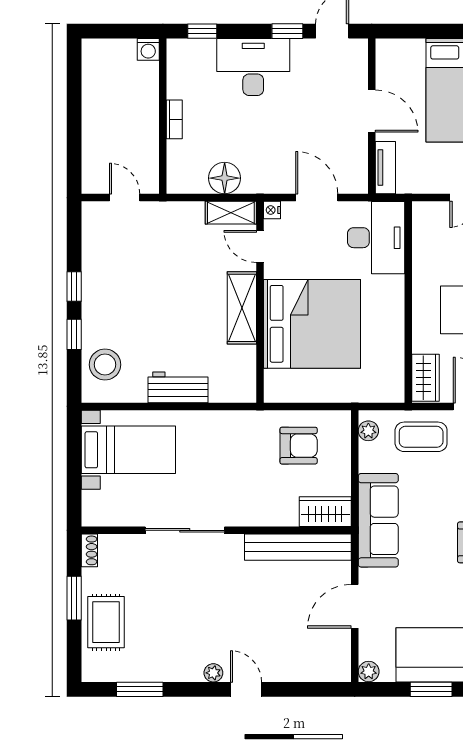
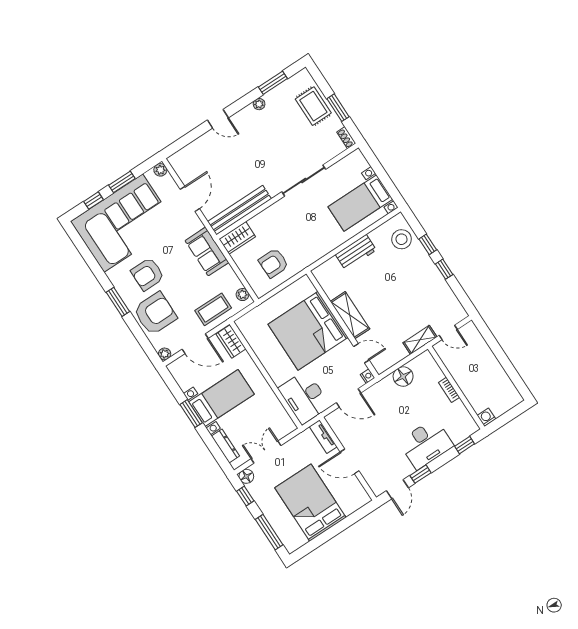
shelving: (231, 213) -> (420, 340), moved
sofa: (378, 520) -> (207, 252), width x0.73
plant: (213, 673) -> (259, 104), moved

